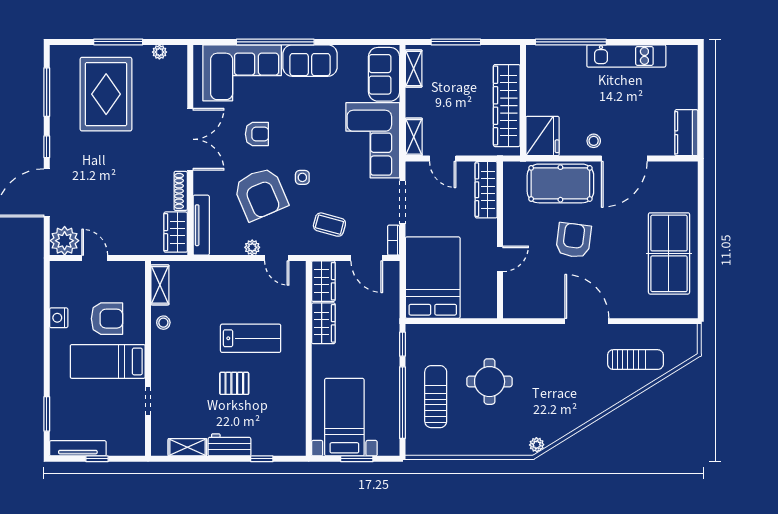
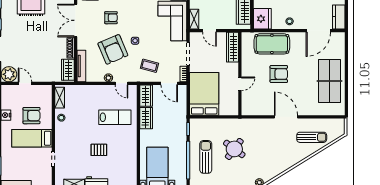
double door: (190, 139) -> (76, 20), swing flipped
door: (624, 159) -> (318, 31), moved
armchair: (573, 240) -> (279, 74), turned 83
lab bench: (251, 338) -> (115, 117), moved
round table: (490, 382) -> (234, 149), turned 37

